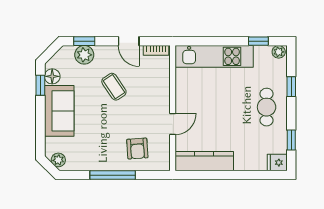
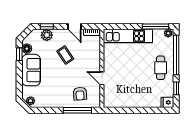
window: (258, 41) -> (156, 27), width x2.17
window: (291, 87) -> (176, 55), width x3.17
door: (173, 124) -> (102, 78), swing flipped
kitchen counter: (204, 161) -> (122, 102), removed
window: (113, 175) -> (77, 110), moved

